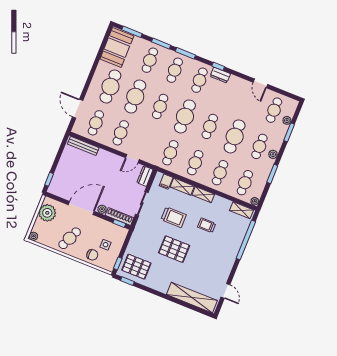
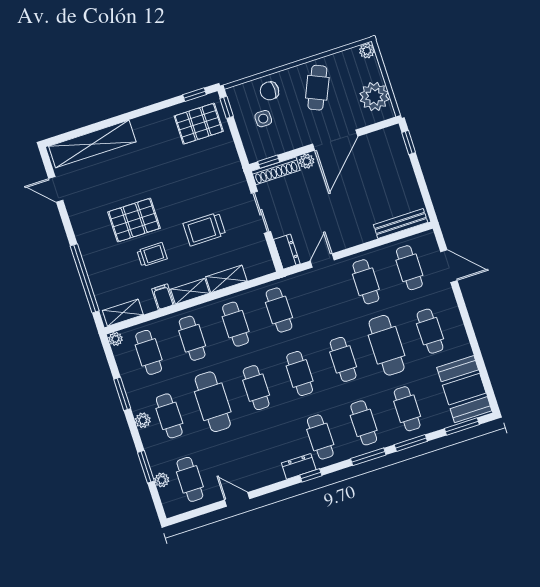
cafe table: (110, 87) -> (430, 331), width x0.73, depth x0.74
cafe table: (185, 116) -> (300, 374), width x0.73, depth x0.74
filing cabinet: (166, 182) -> (163, 297), moved
pallet: (174, 249) -> (134, 220), moved

